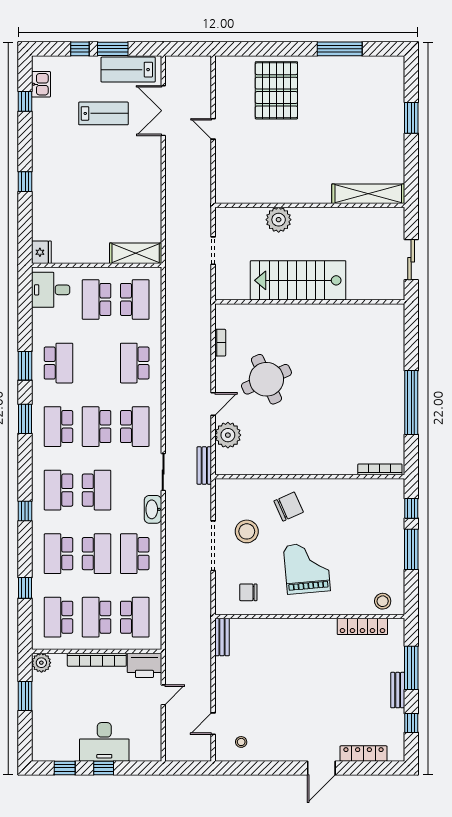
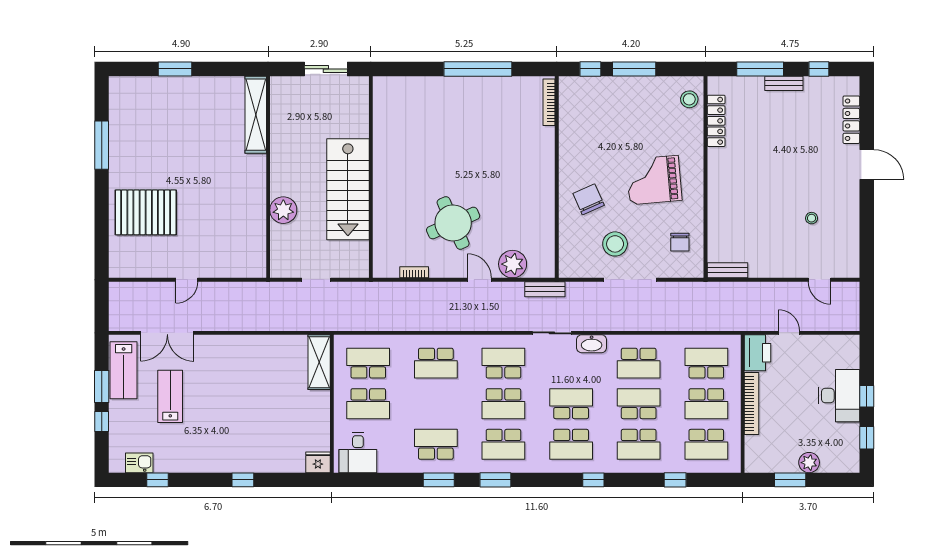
plant: (41, 663) -> (809, 463), moved
stool: (241, 742) -> (812, 218), moved

